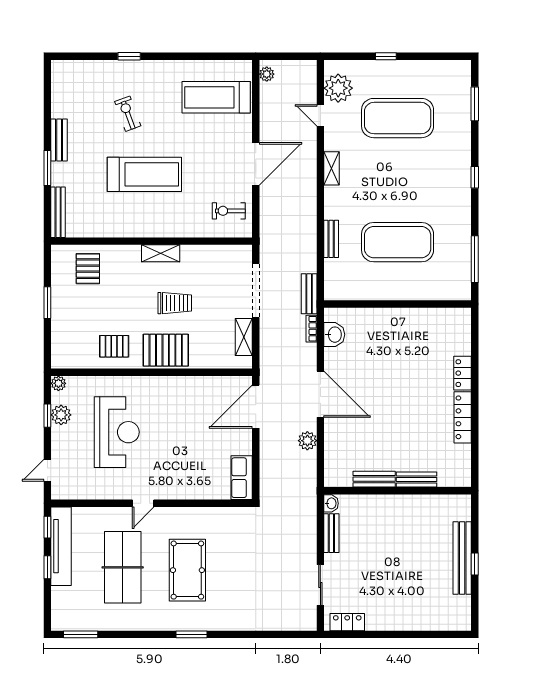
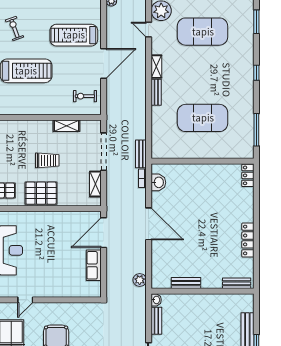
treadmill: (216, 97) -> (74, 35), moved
bench: (331, 239) -> (156, 92), moved
shelving: (161, 253) -> (66, 126), moved
locker: (463, 373) -> (248, 175), moved
plant: (307, 441) -> (140, 280), moved
row of seats: (242, 478) -> (94, 265), moved
bench: (417, 479) -> (237, 283), moved

